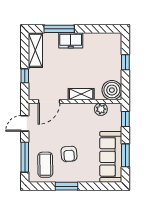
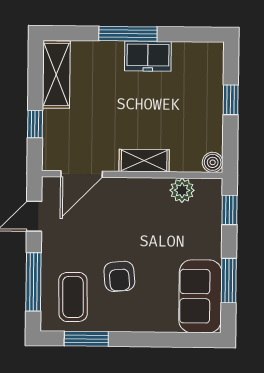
window: (59, 29) -> (128, 34), moved
freezer: (71, 40) -> (148, 56), moved
boiler: (112, 90) -> (213, 162), width x0.54, depth x0.54
sofa: (111, 157) -> (200, 296), width x0.73
window: (67, 186) -> (86, 339), moved

